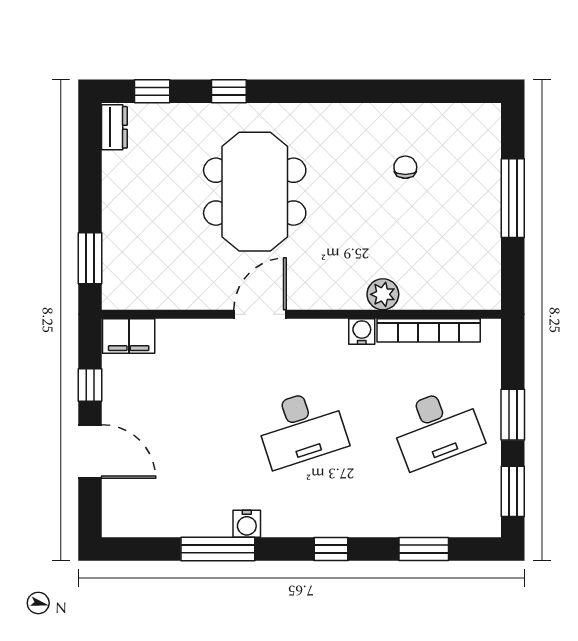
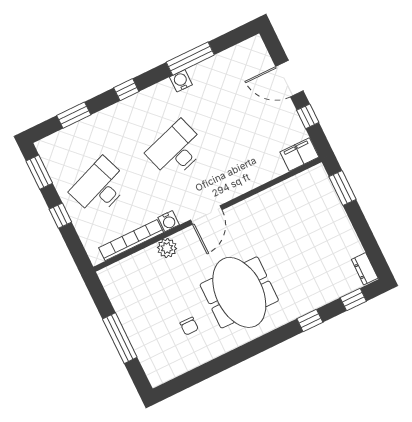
meeting table: (255, 192) -> (239, 292), moved
door: (260, 314) -> (206, 215), moved
window: (513, 415) -> (60, 216), width x0.67

